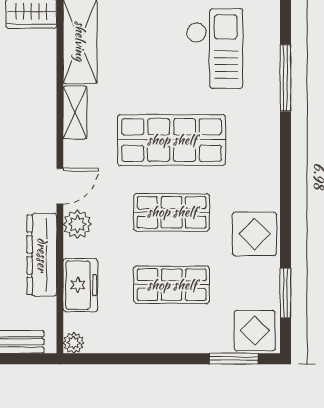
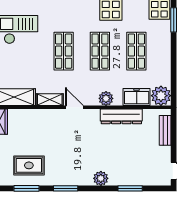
shop shelf: (172, 140) -> (64, 51), width x0.70, depth x0.74
door: (60, 186) -> (74, 107), moved
plant: (74, 343) -> (161, 96), width x1.88, depth x1.88

